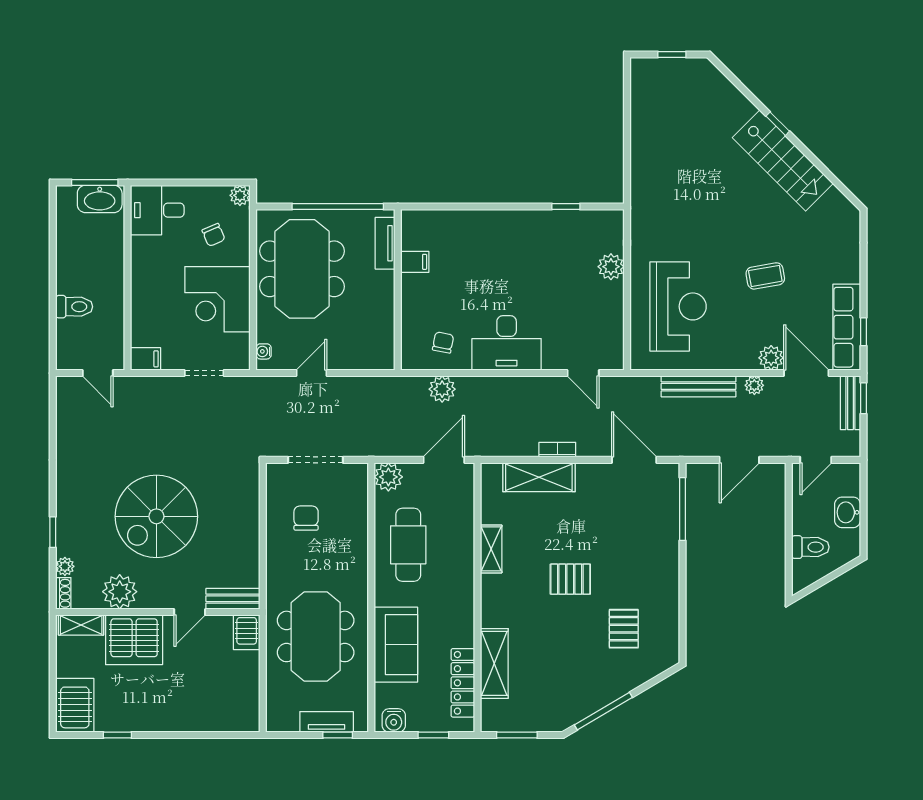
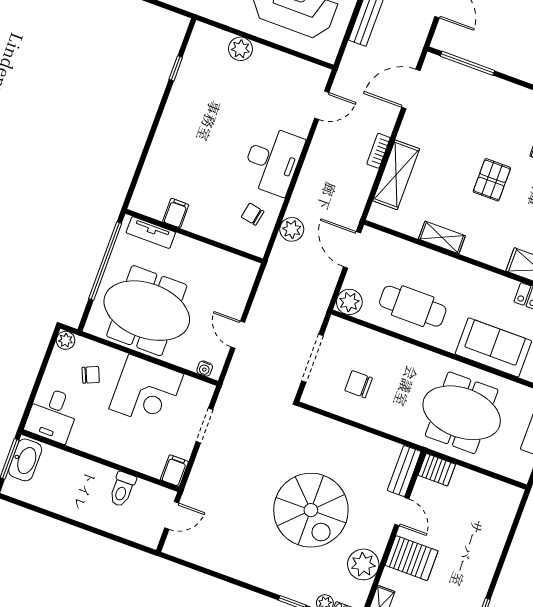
toilet: (74, 307) -> (122, 489), moved, turned 180
server rack: (134, 640) -> (412, 558), width x0.62

